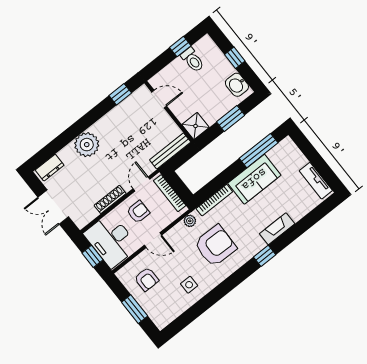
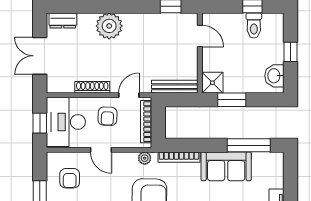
window: (231, 119) -> (232, 100), moved
armchair: (138, 212) -> (107, 116), turned 93

